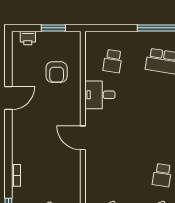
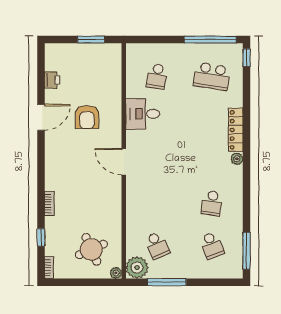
printer: (28, 38) -> (52, 80), moved, turned -90
armchair: (57, 72) -> (87, 117), moved

